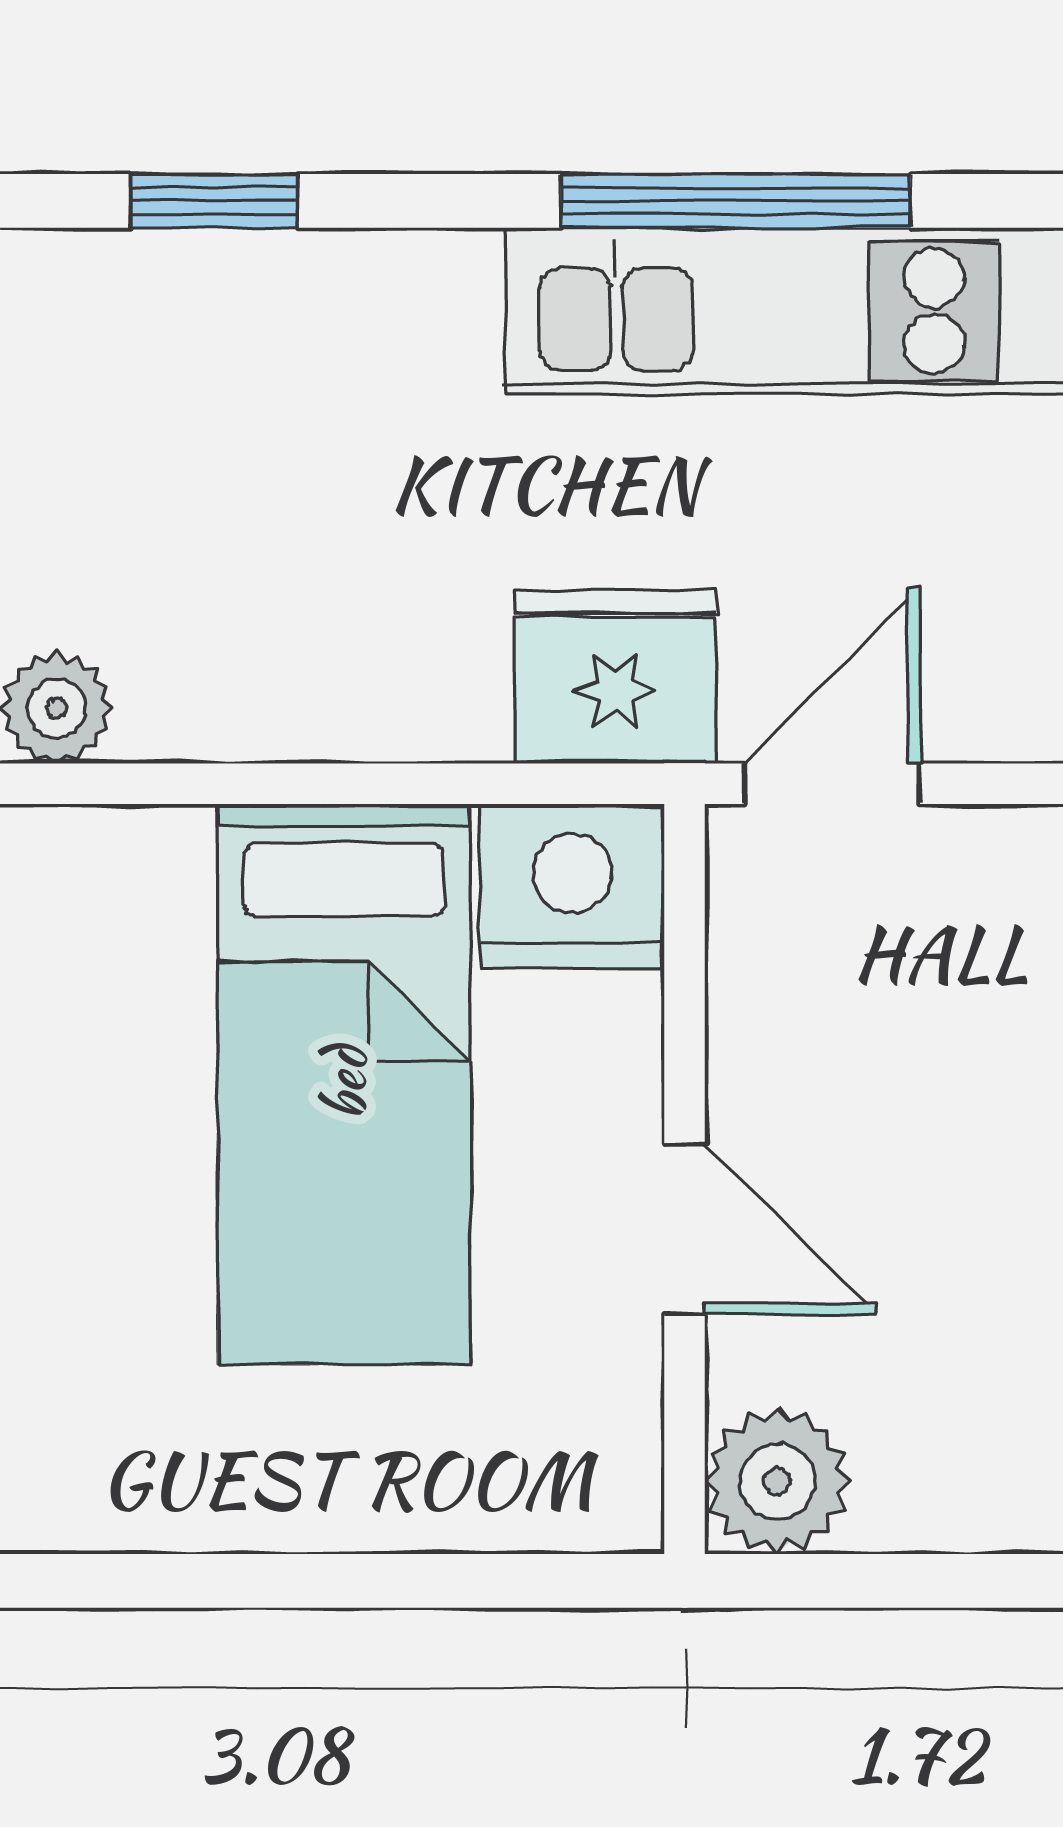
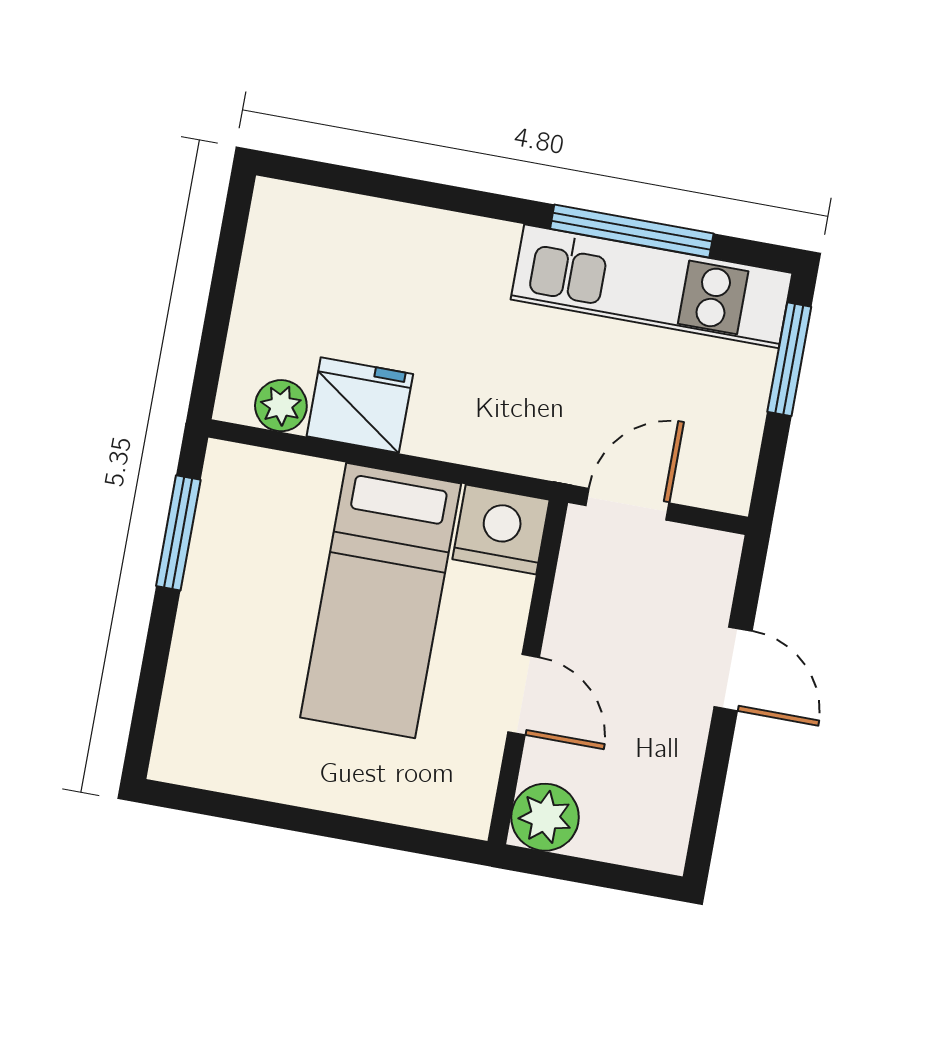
window: (214, 201) -> (394, 188), removed
fridge: (615, 677) -> (360, 405), moved

